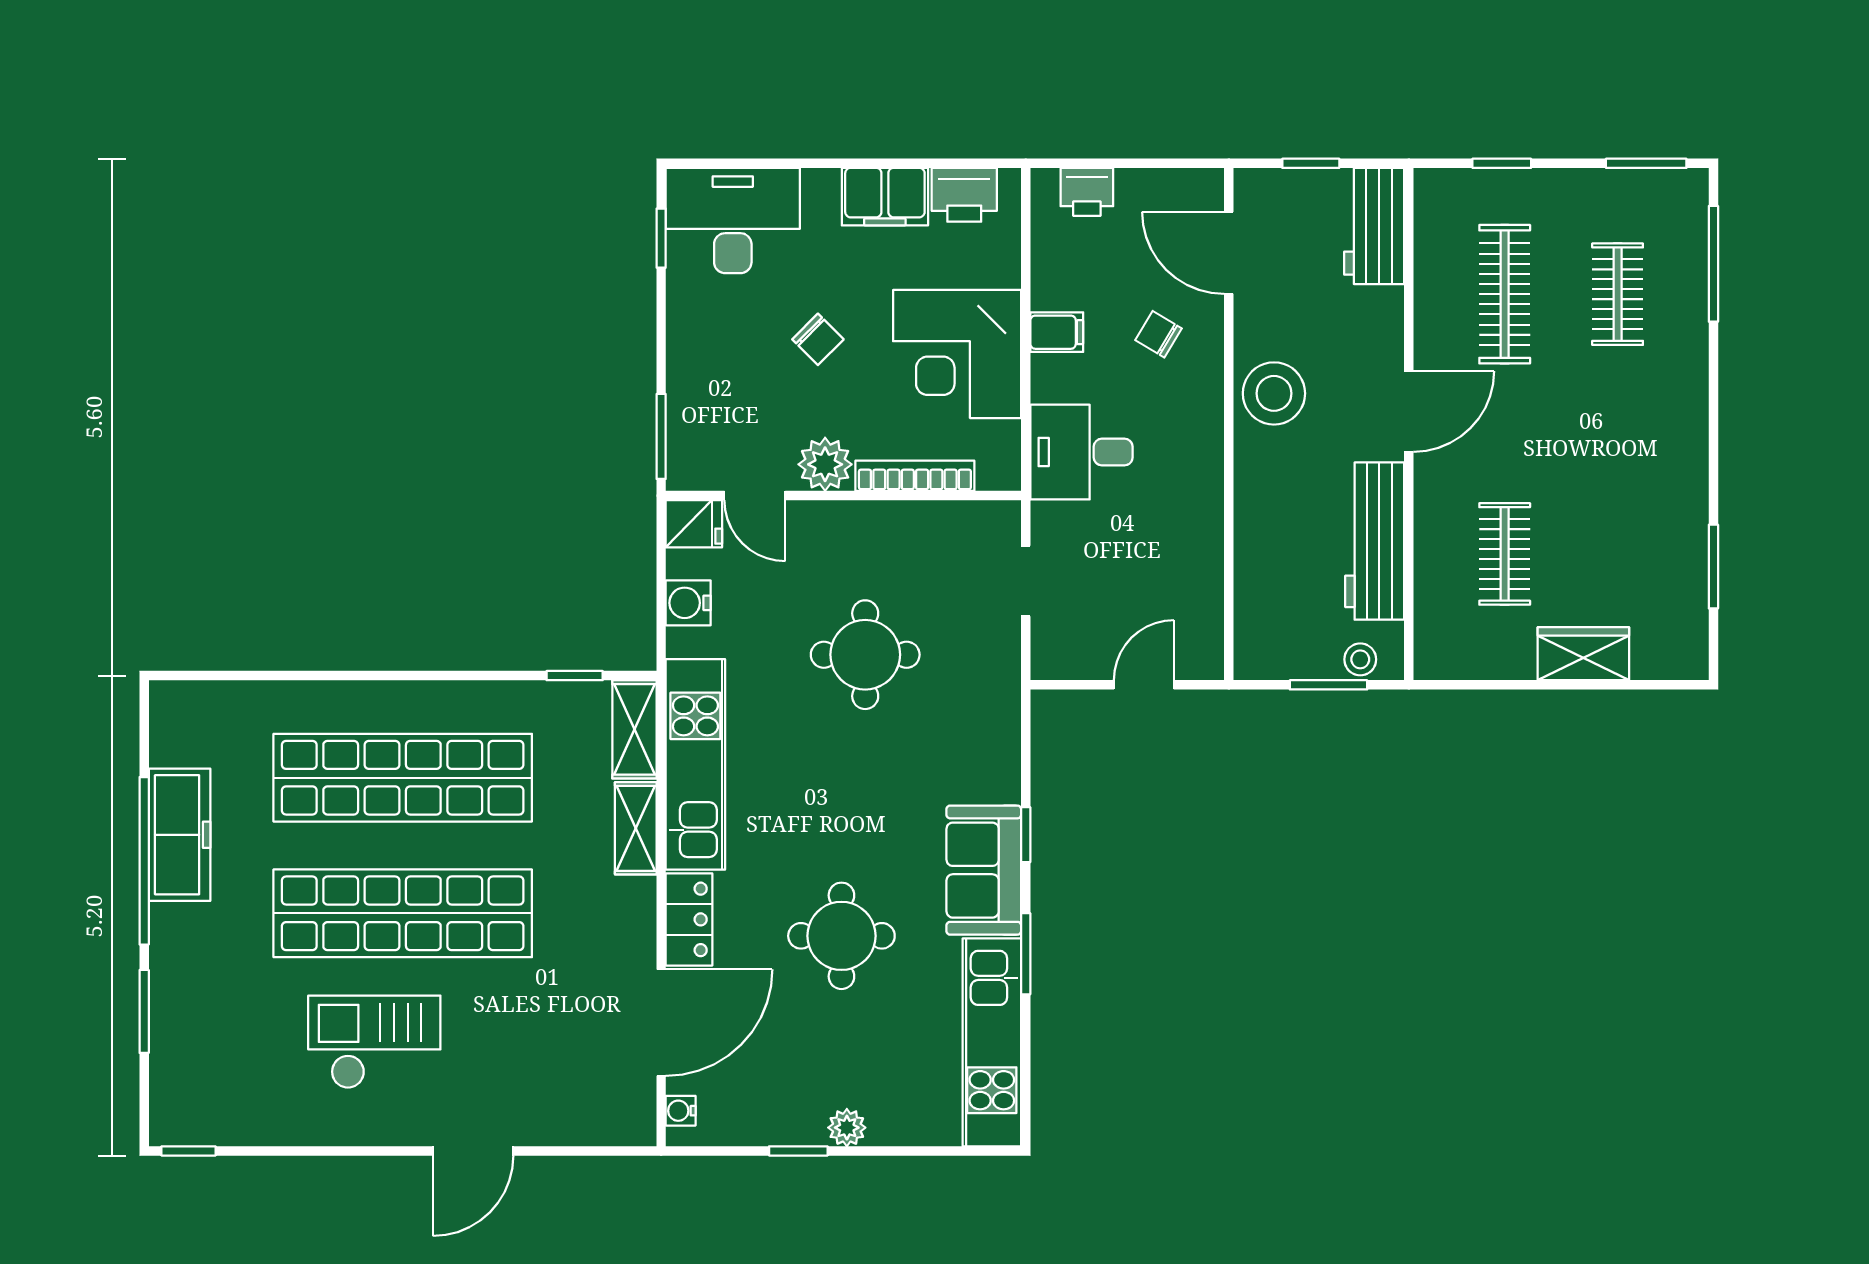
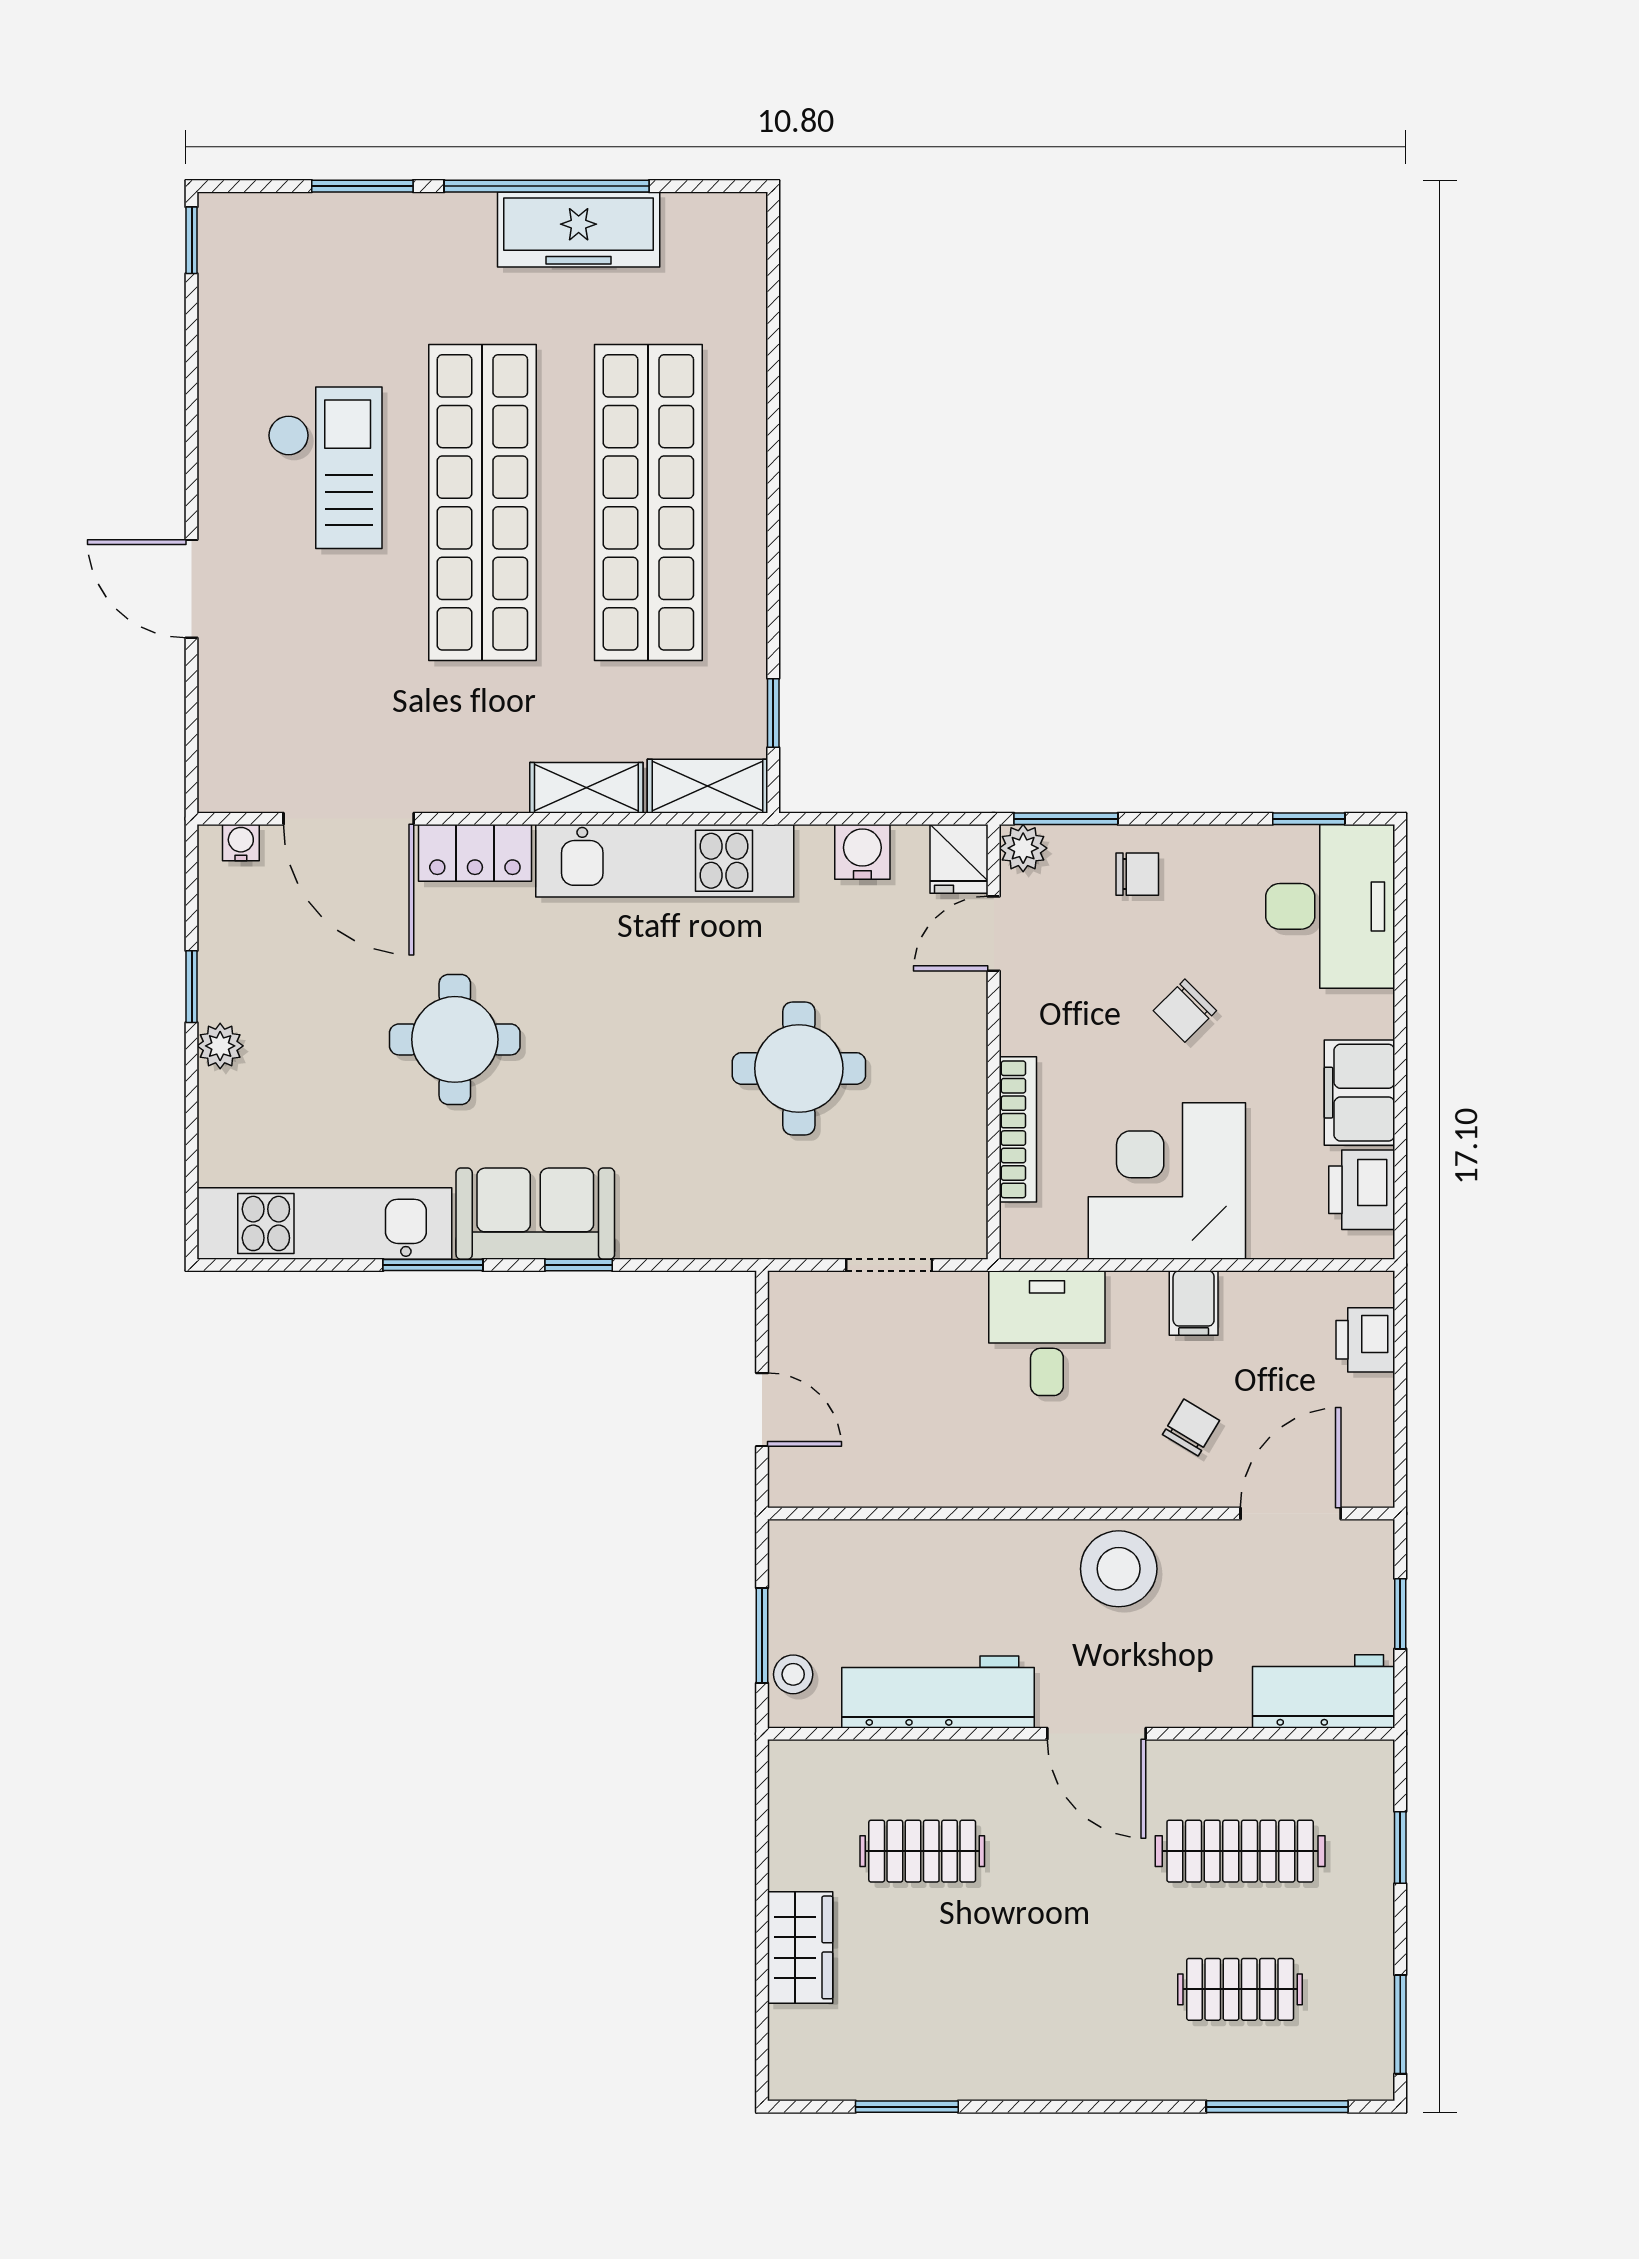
chair: (706, 378) -> (1137, 874), added
plant: (825, 464) -> (1023, 848), moved, width x0.73, depth x0.73

